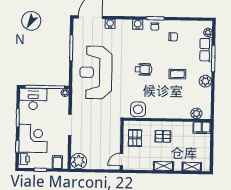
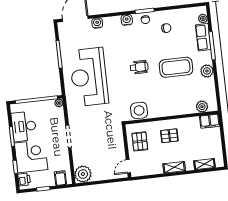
coffee table: (177, 74) -> (176, 67), width x1.86, depth x1.72
desk: (33, 99) -> (24, 126), moved, turned -90

